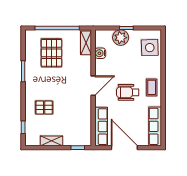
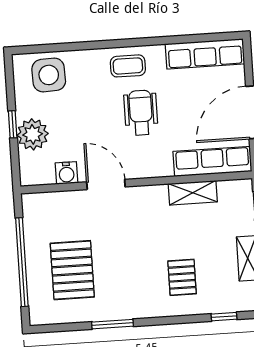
shelving: (86, 43) -> (193, 193), moved
pallet: (51, 53) -> (72, 270), turned 90
door: (93, 86) -> (106, 184), moved
wheelchair: (128, 92) -> (141, 113), turned 180

